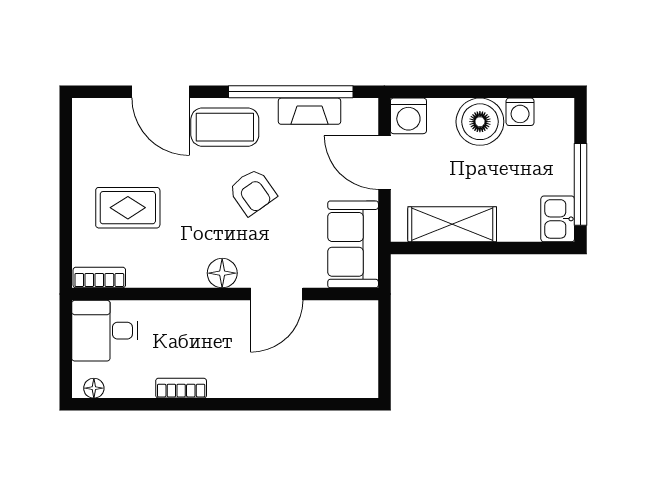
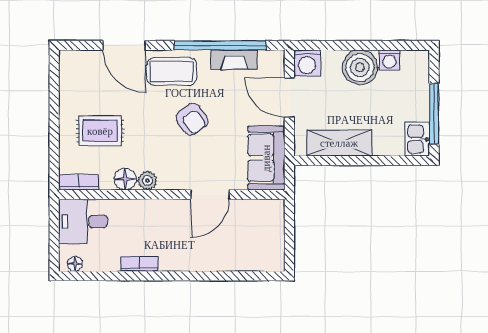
floor lamp: (222, 273) -> (125, 179), moved
plant: (192, 275) -> (147, 181), added

